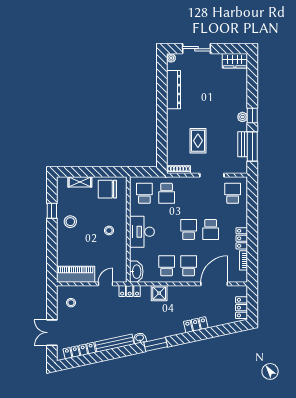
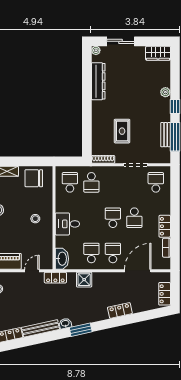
plant: (242, 117) -> (165, 92), moved
desk: (142, 232) -> (67, 224), width x0.73

